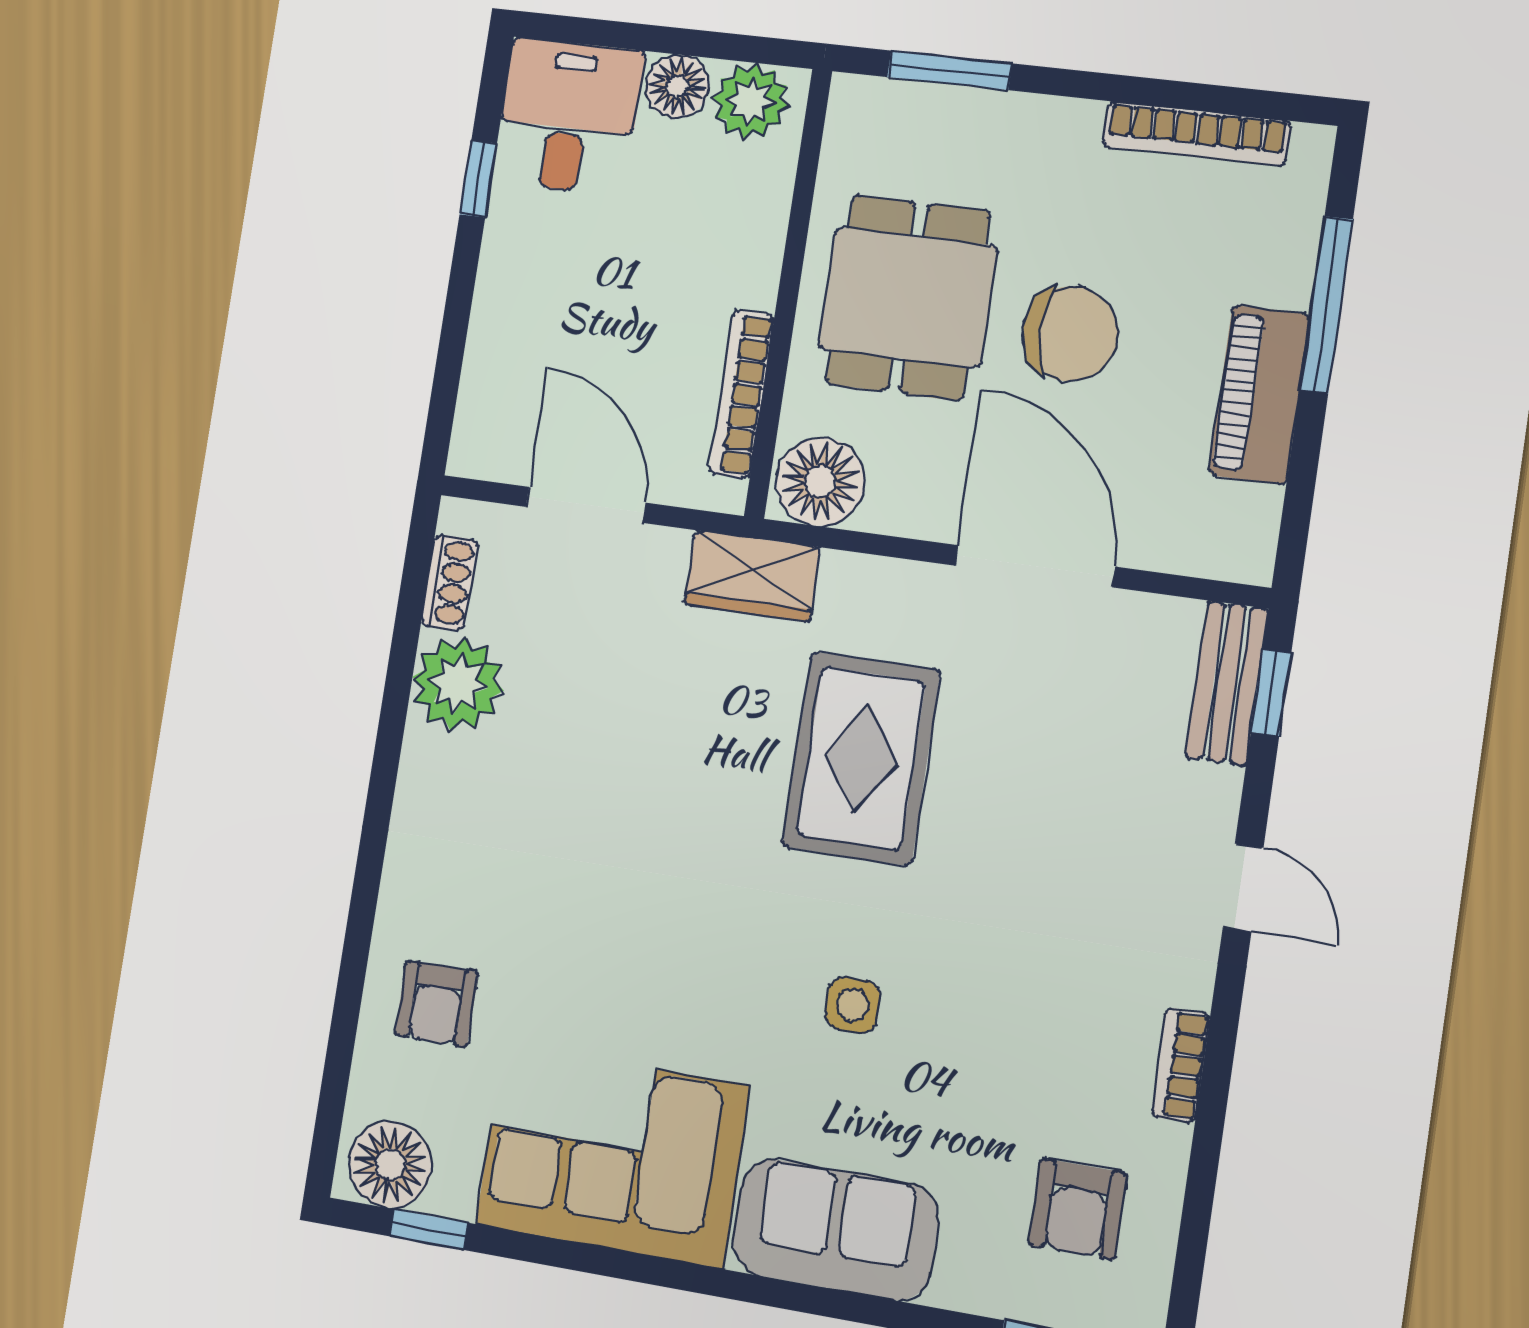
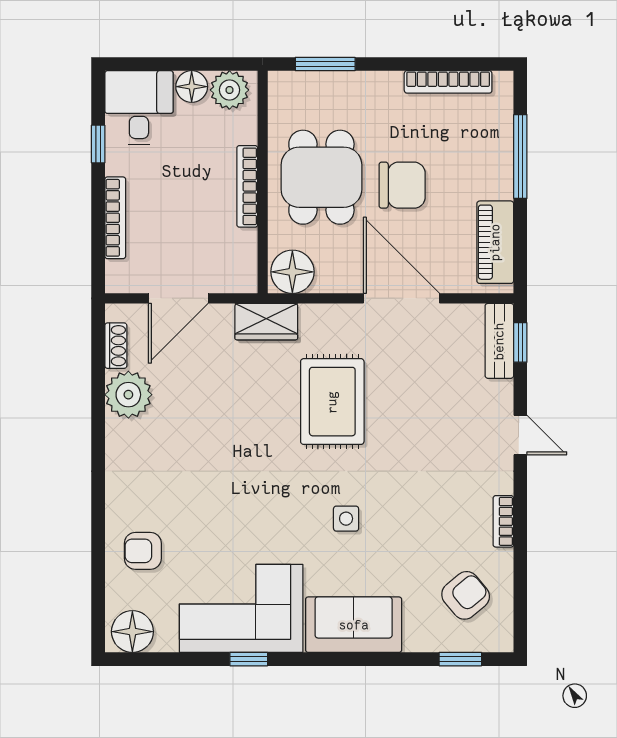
bookcase: (488, 328) -> (115, 218), added
bookcase: (741, 394) -> (247, 186), moved
piano: (1259, 395) -> (495, 242), moved
door: (585, 505) -> (178, 298), swing flipped
armchair: (437, 1004) -> (143, 551), turned 90
armchair: (1078, 1209) -> (466, 595), turned -130
window: (429, 1230) -> (249, 659), moved

